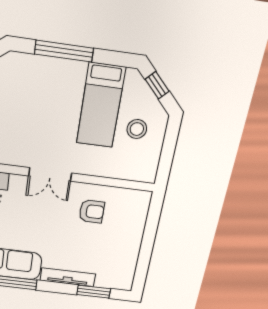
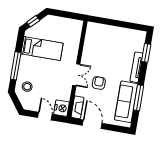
stool: (137, 129) -> (27, 87), moved
armchair: (92, 211) -> (99, 83), moved

